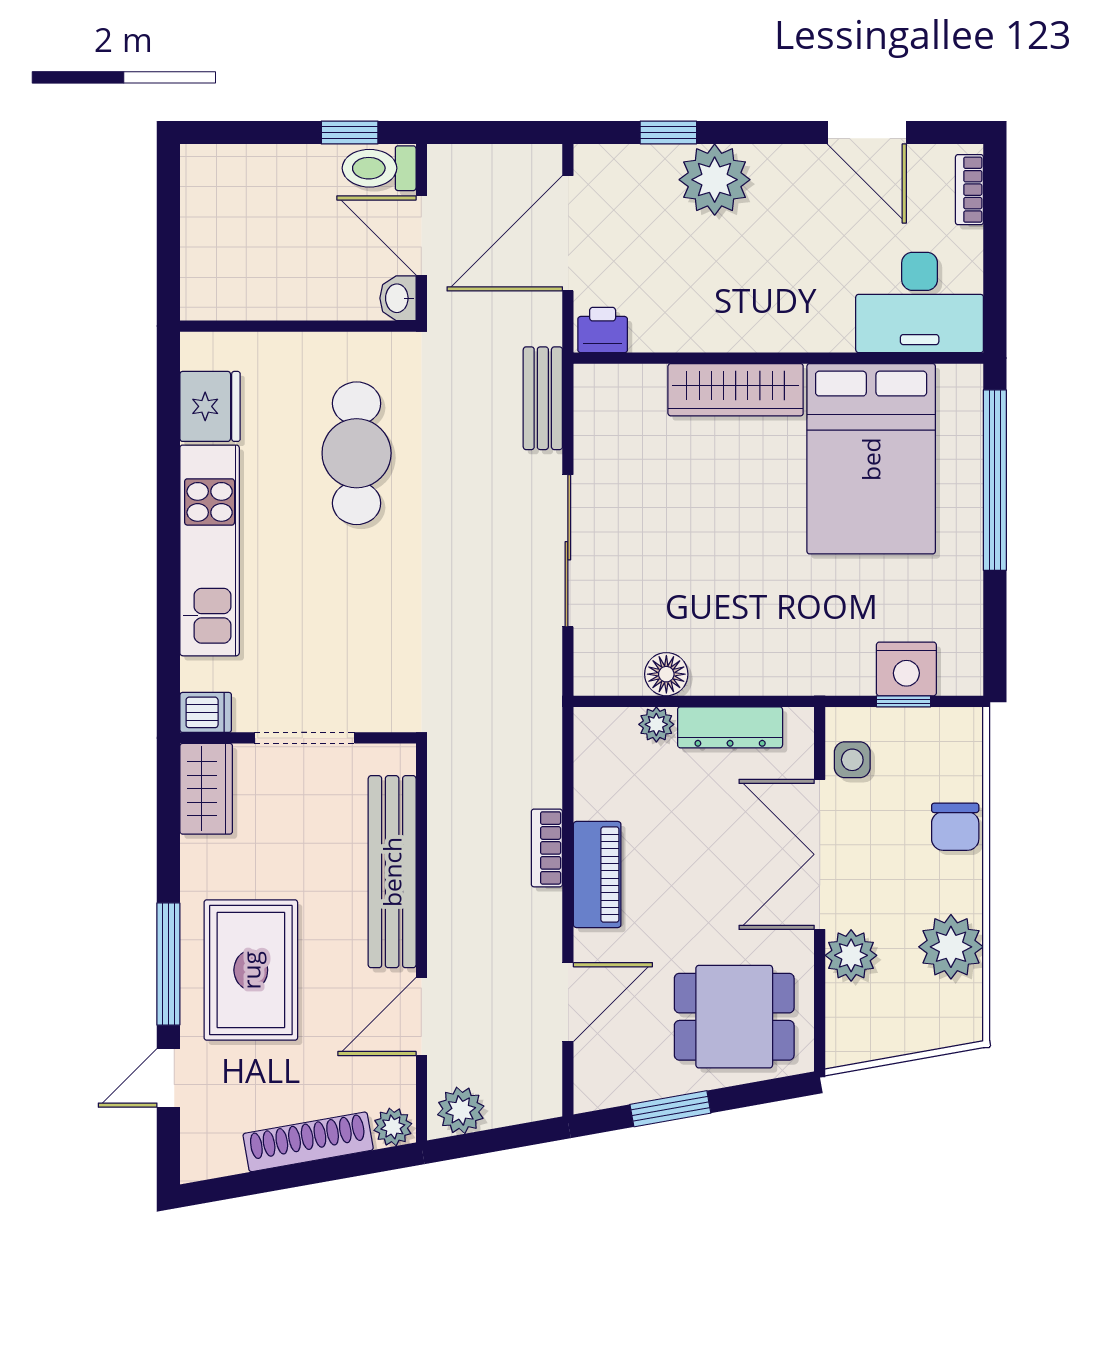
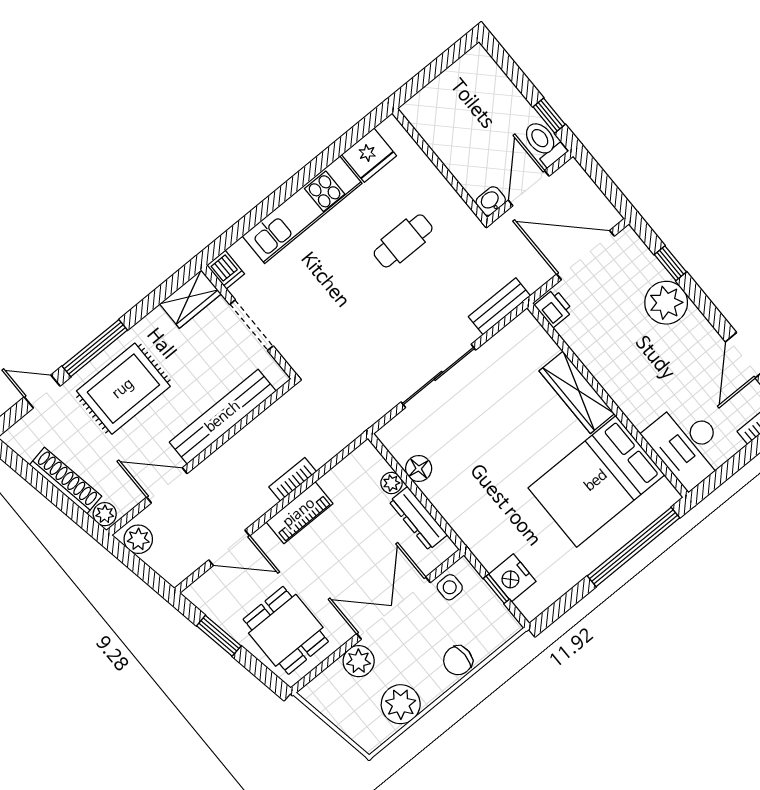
cafe table: (357, 453) -> (403, 241), width x0.73, depth x0.74

